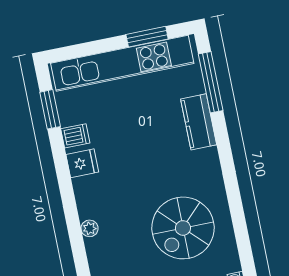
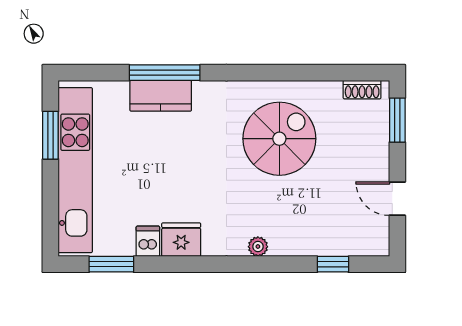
window: (211, 82) -> (165, 73), moved
fridge: (82, 163) -> (181, 240), width x1.38
spiral stairs: (183, 228) -> (279, 139), turned -90

